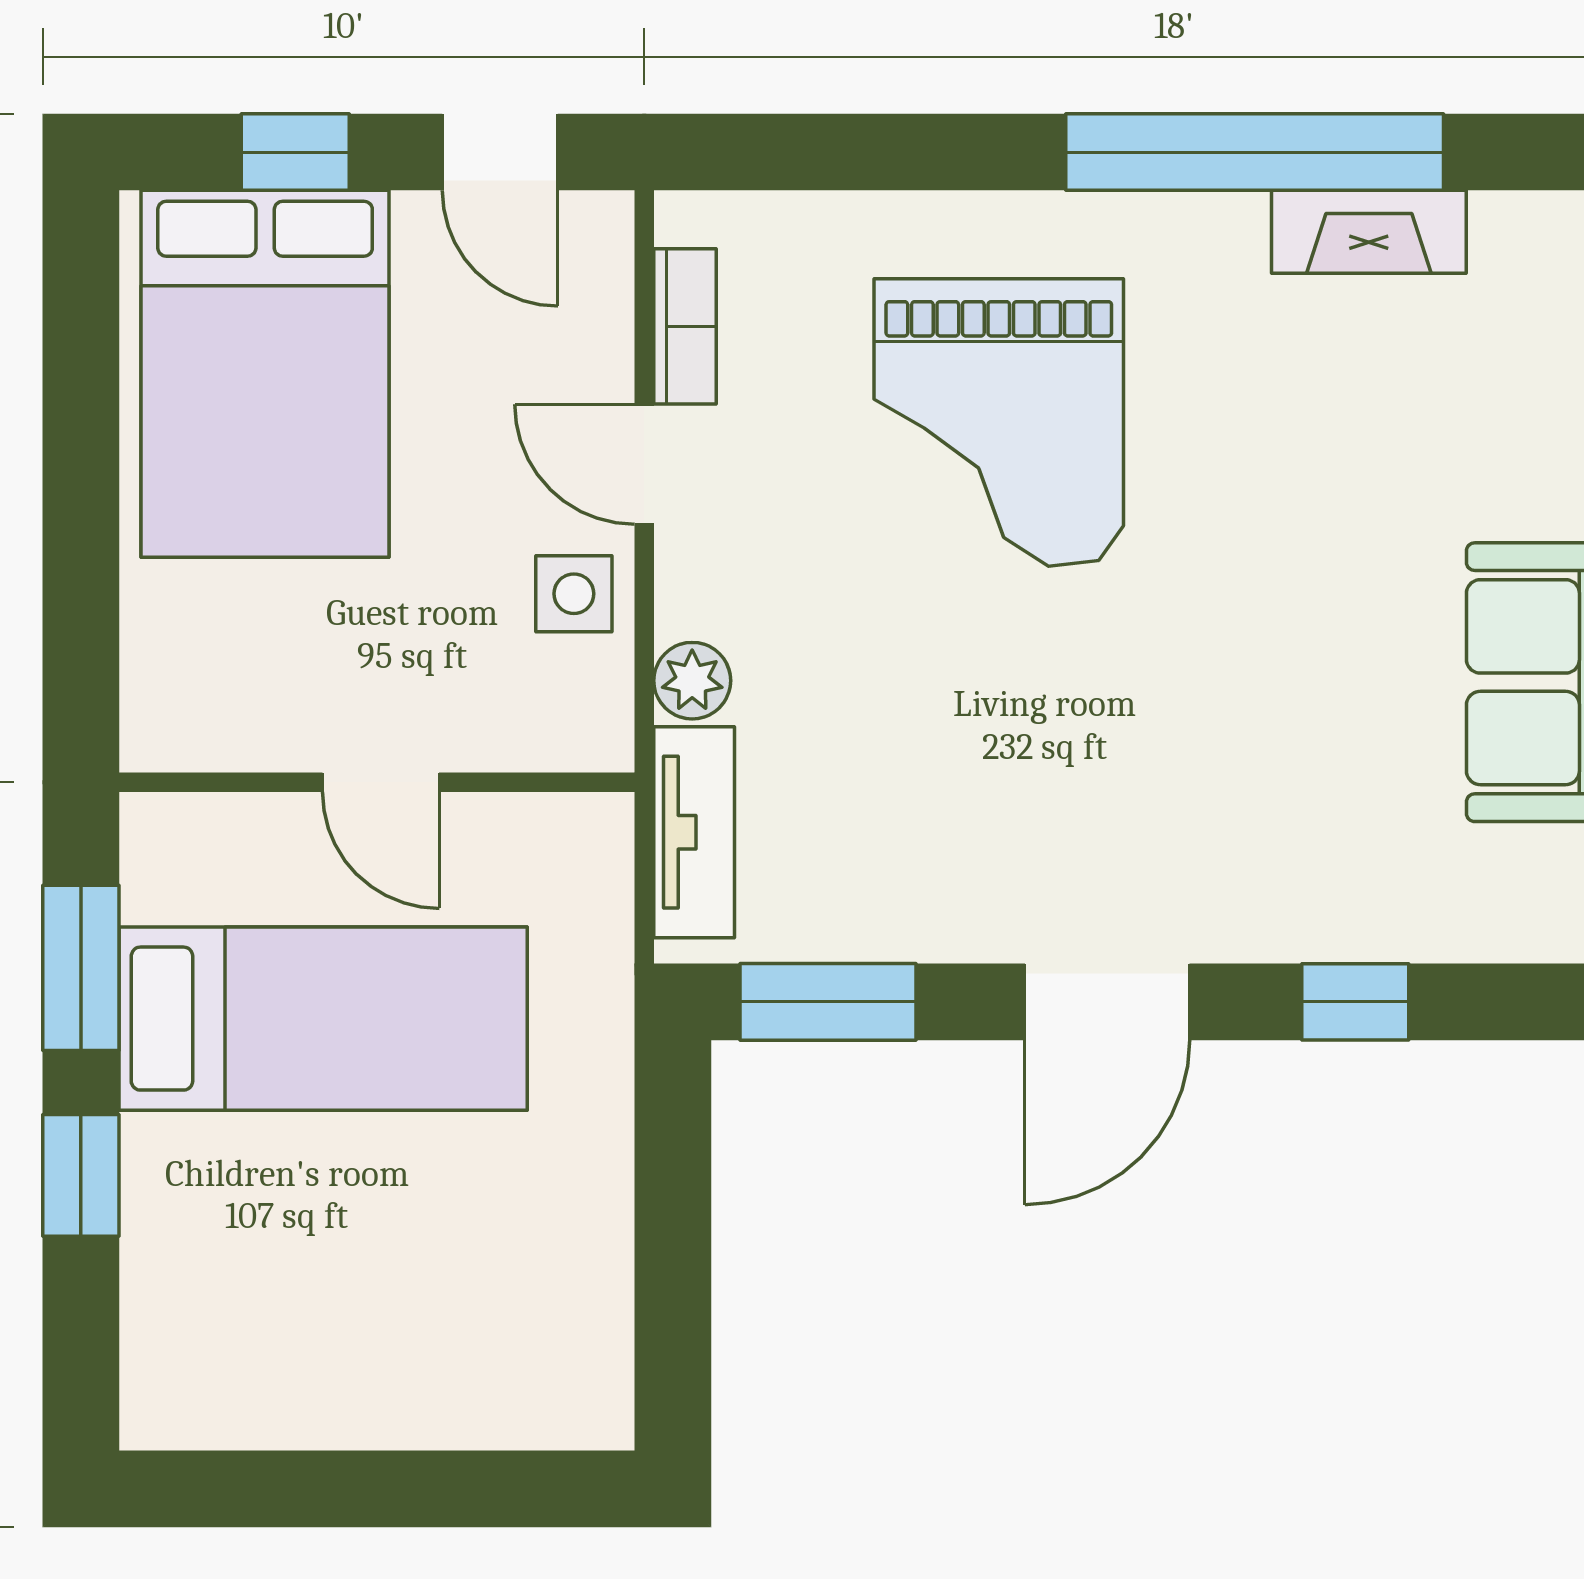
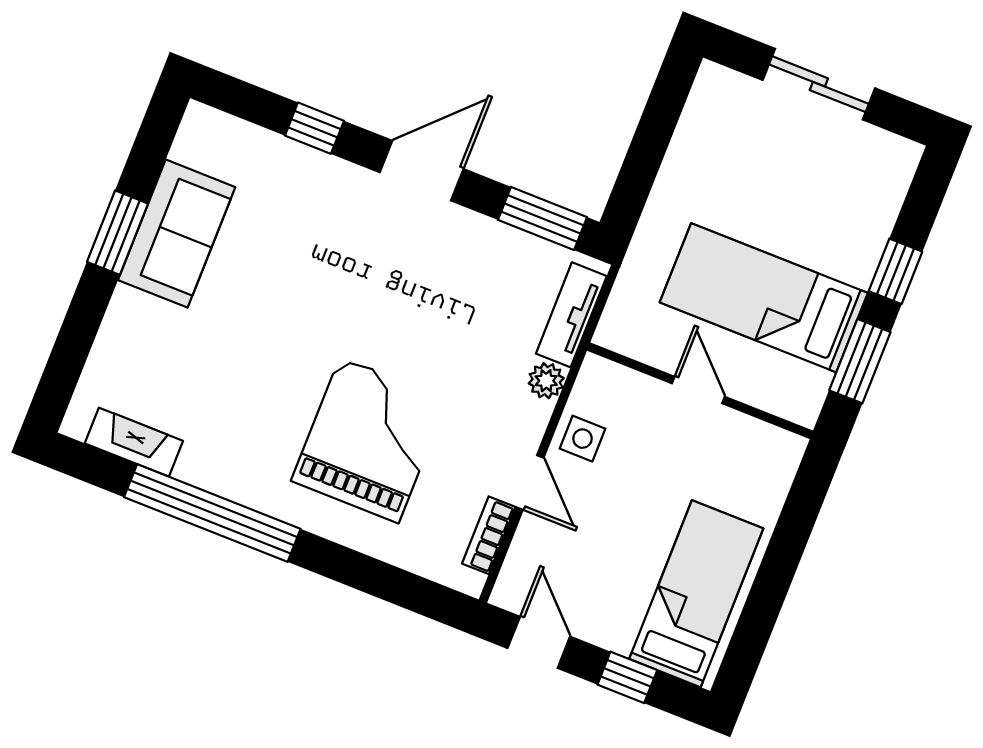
fireplace: (1369, 232) -> (134, 442), moved
bed: (265, 374) -> (696, 594), width x0.67
sliding door: (382, 1489) -> (819, 84), added

